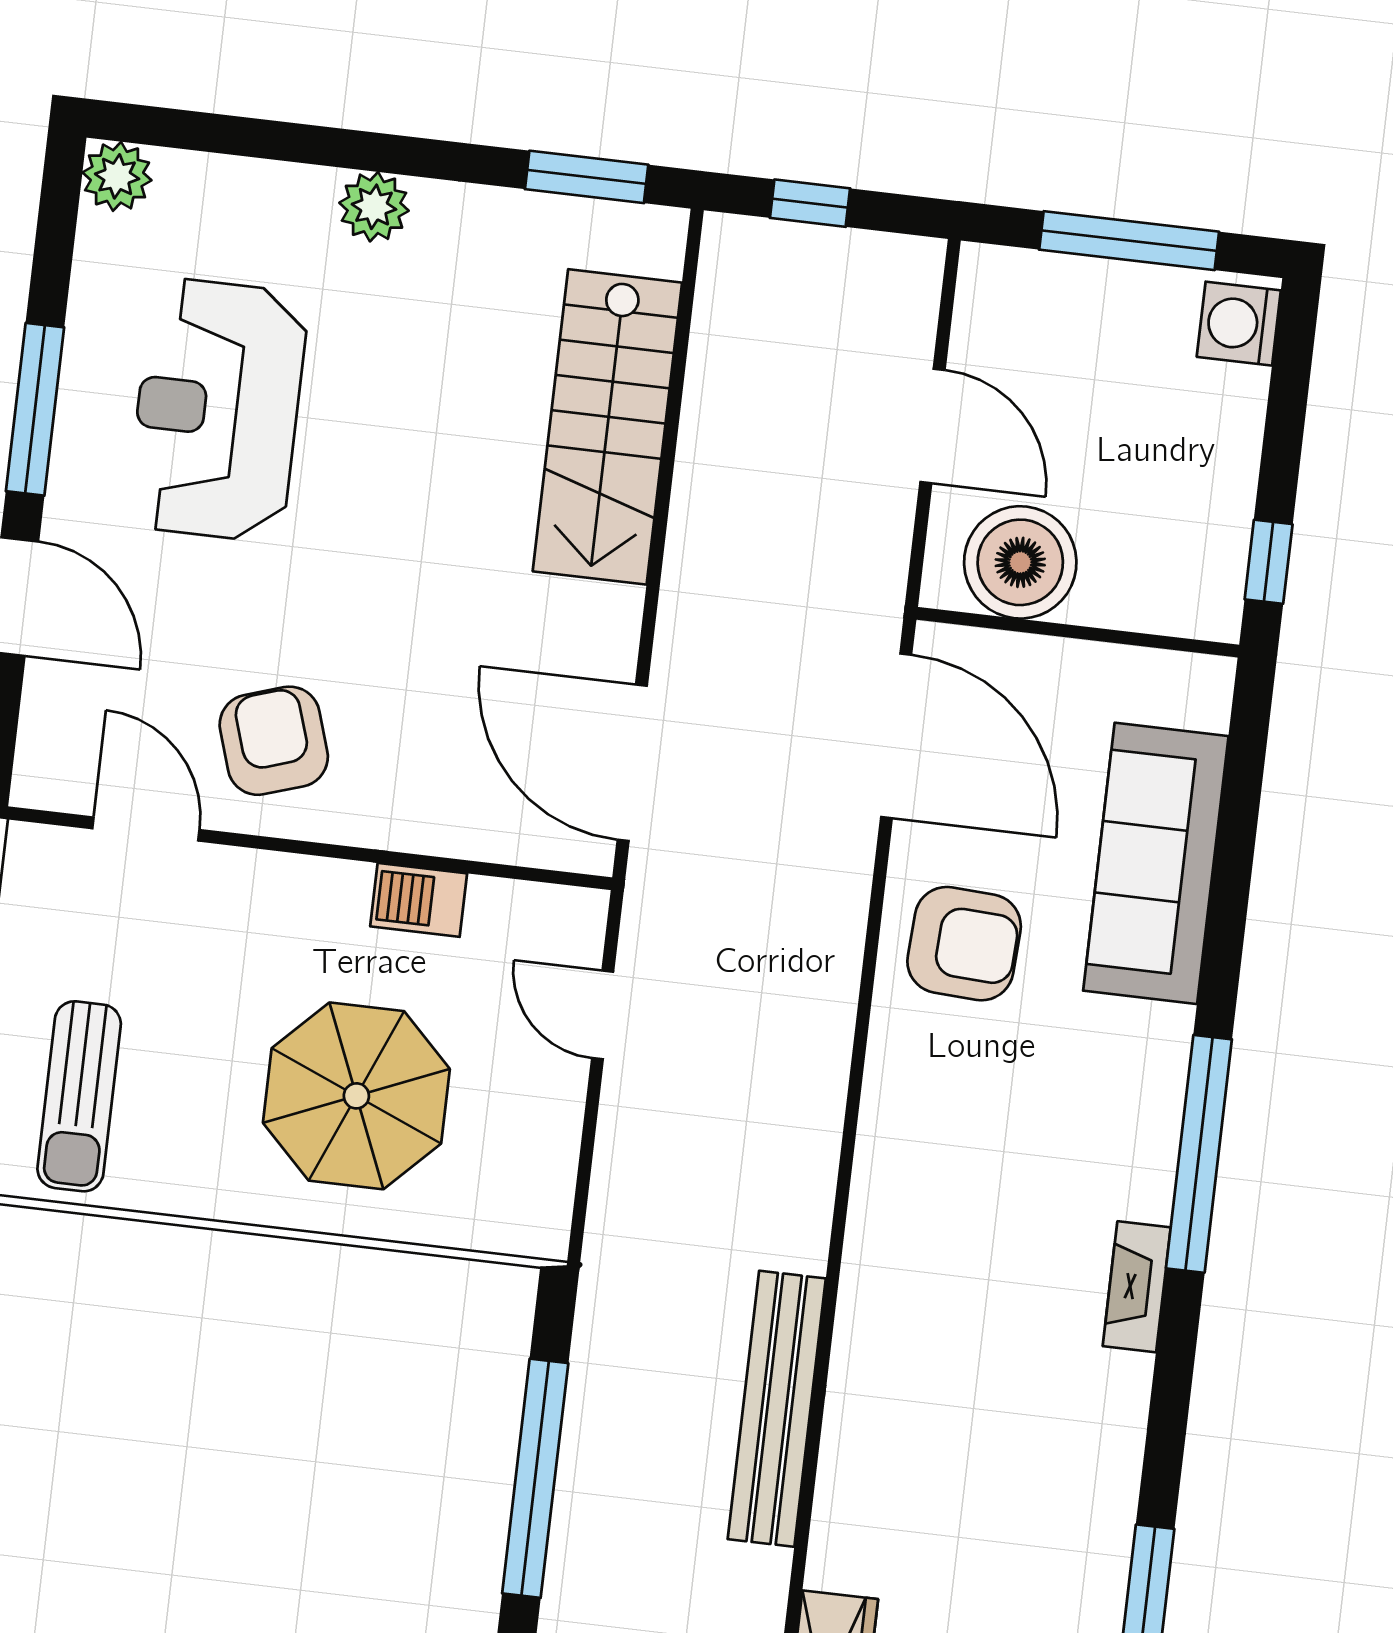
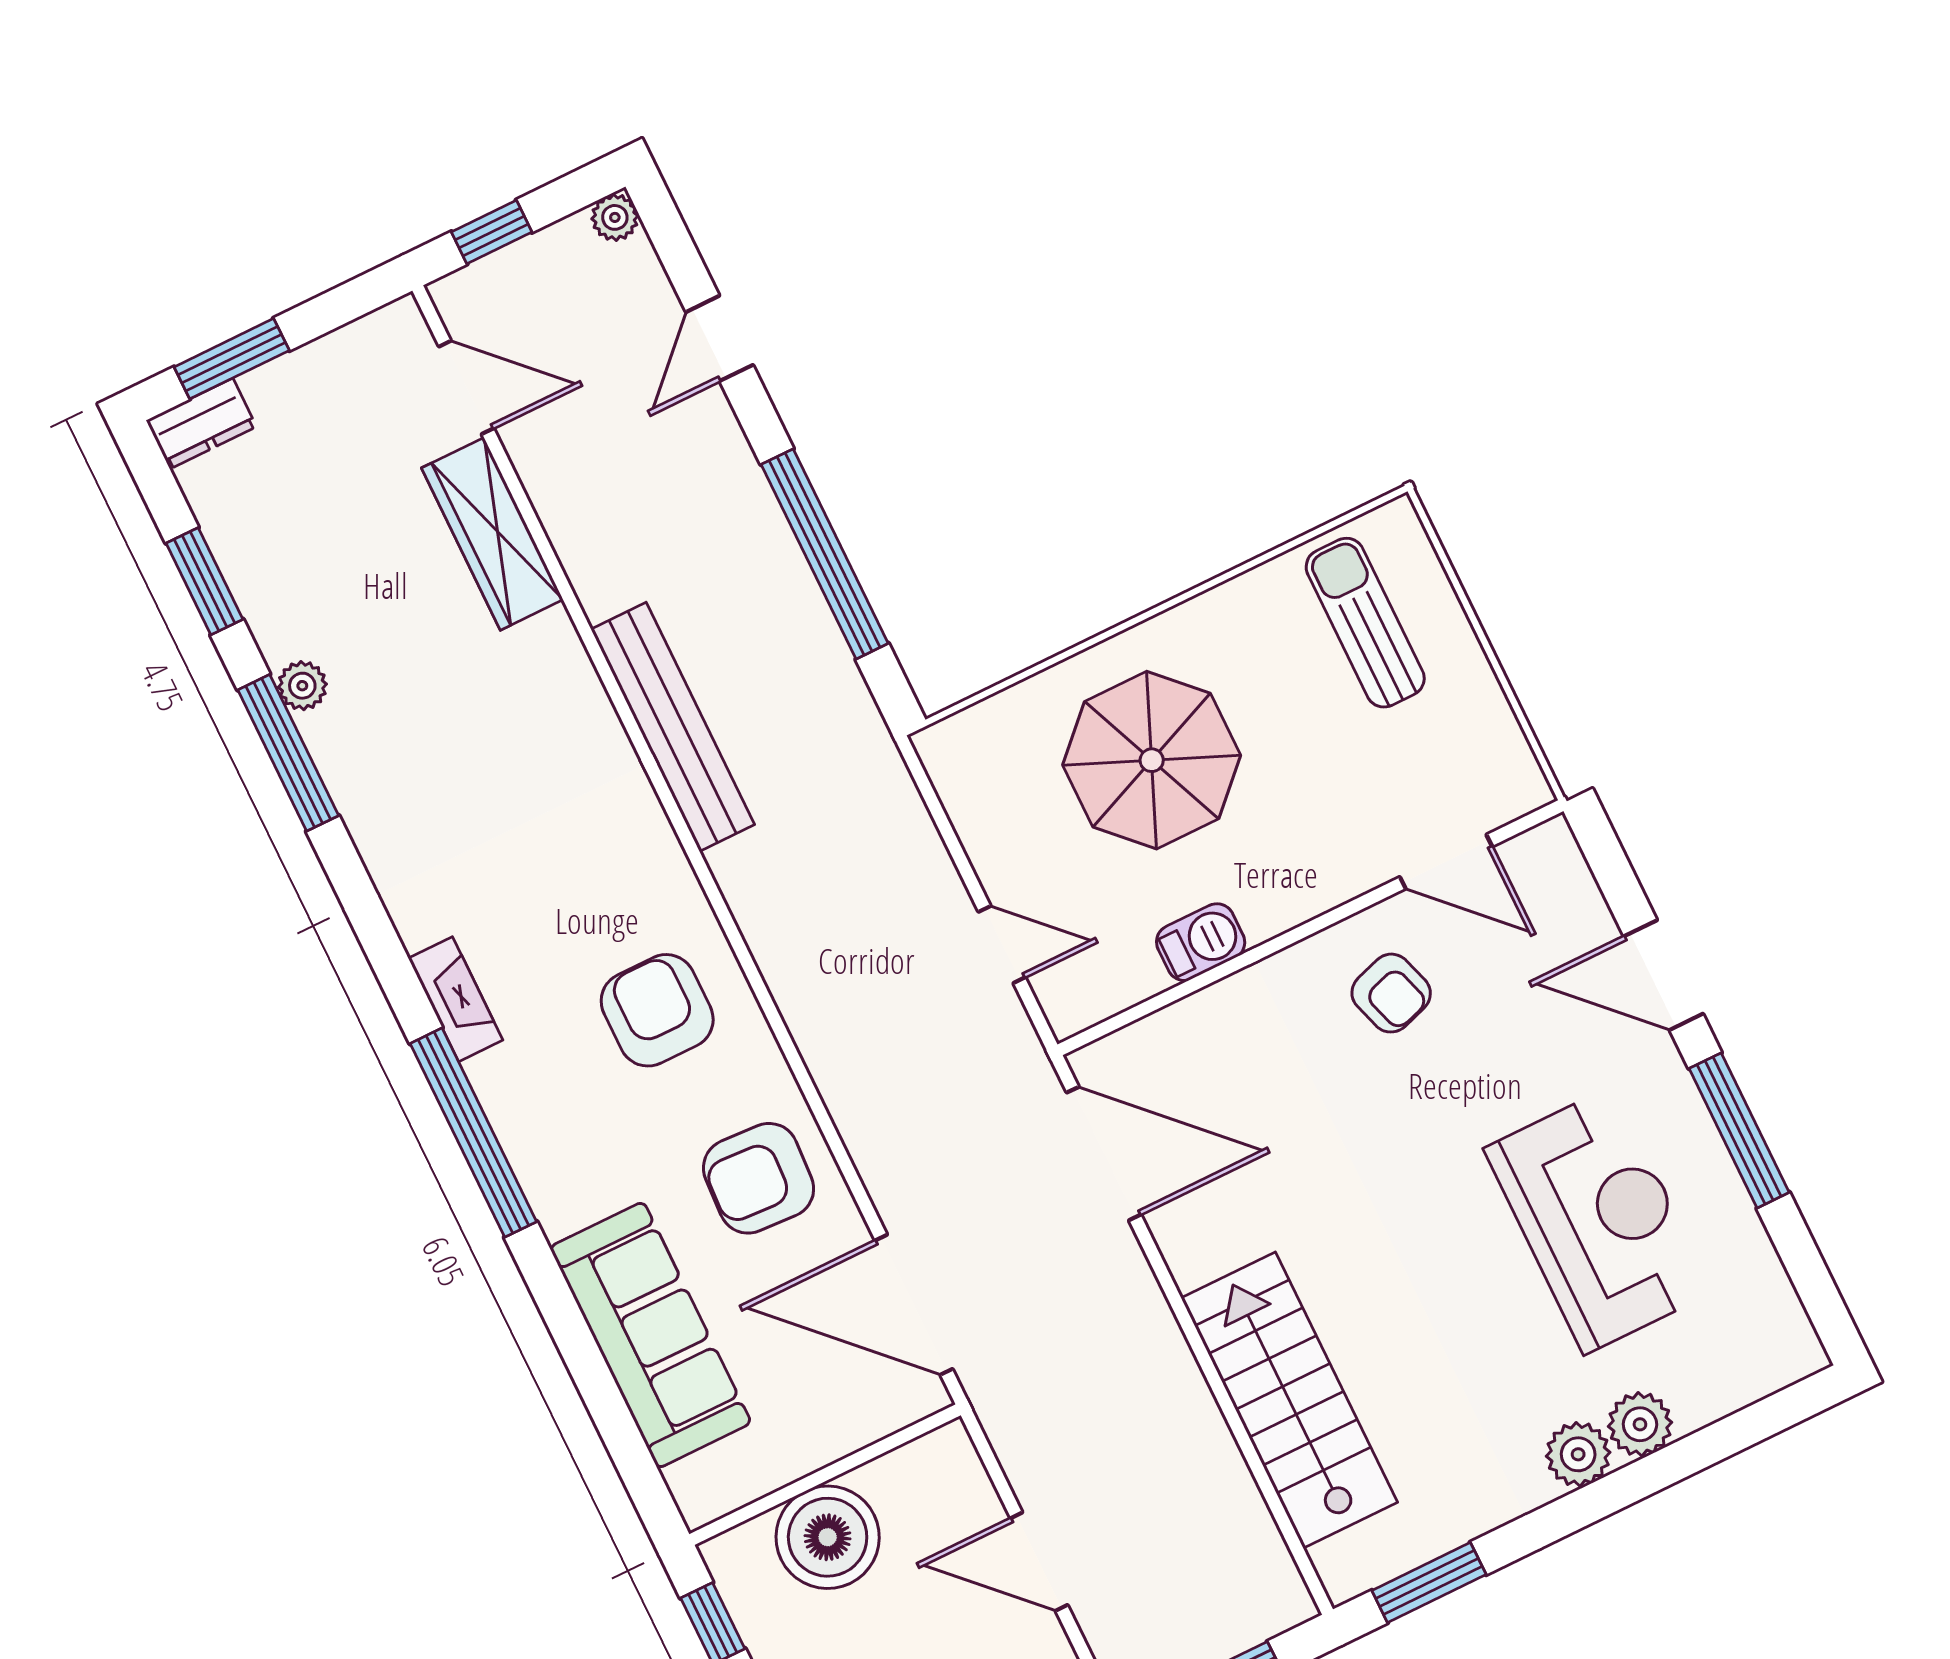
plant: (117, 176) -> (1640, 1424), moved
boiler: (1020, 562) -> (828, 1537), moved
armchair: (274, 741) -> (1391, 993), width x0.72, depth x0.72
armchair: (958, 1158) -> (657, 1010), added

